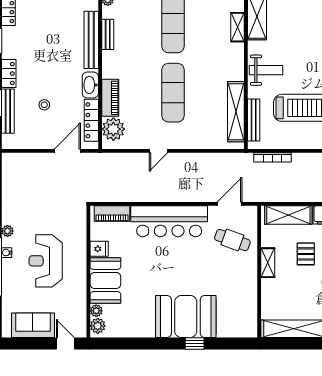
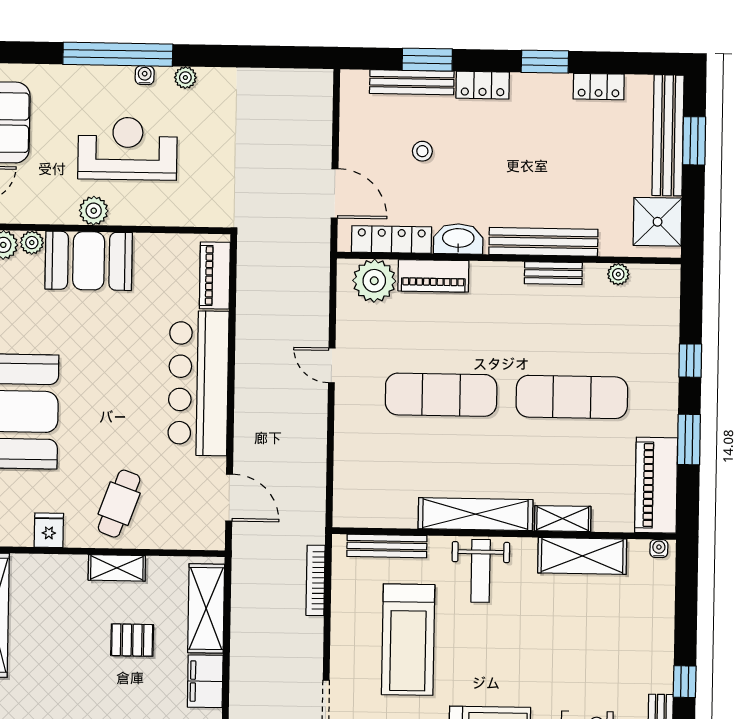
shelving: (236, 112) -> (475, 514), moved
cafe table: (232, 240) -> (119, 504), moved
fridge: (99, 249) -> (49, 530), moved, turned 180
plant: (79, 278) -> (94, 211), added

